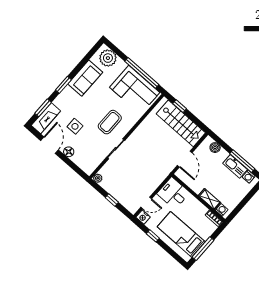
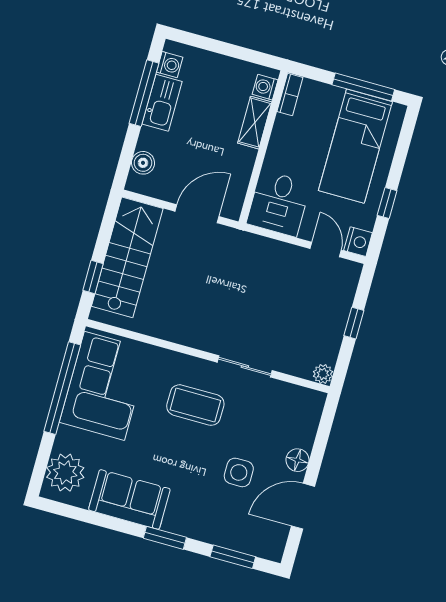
fireplace: (46, 118) -> (251, 540), removed

